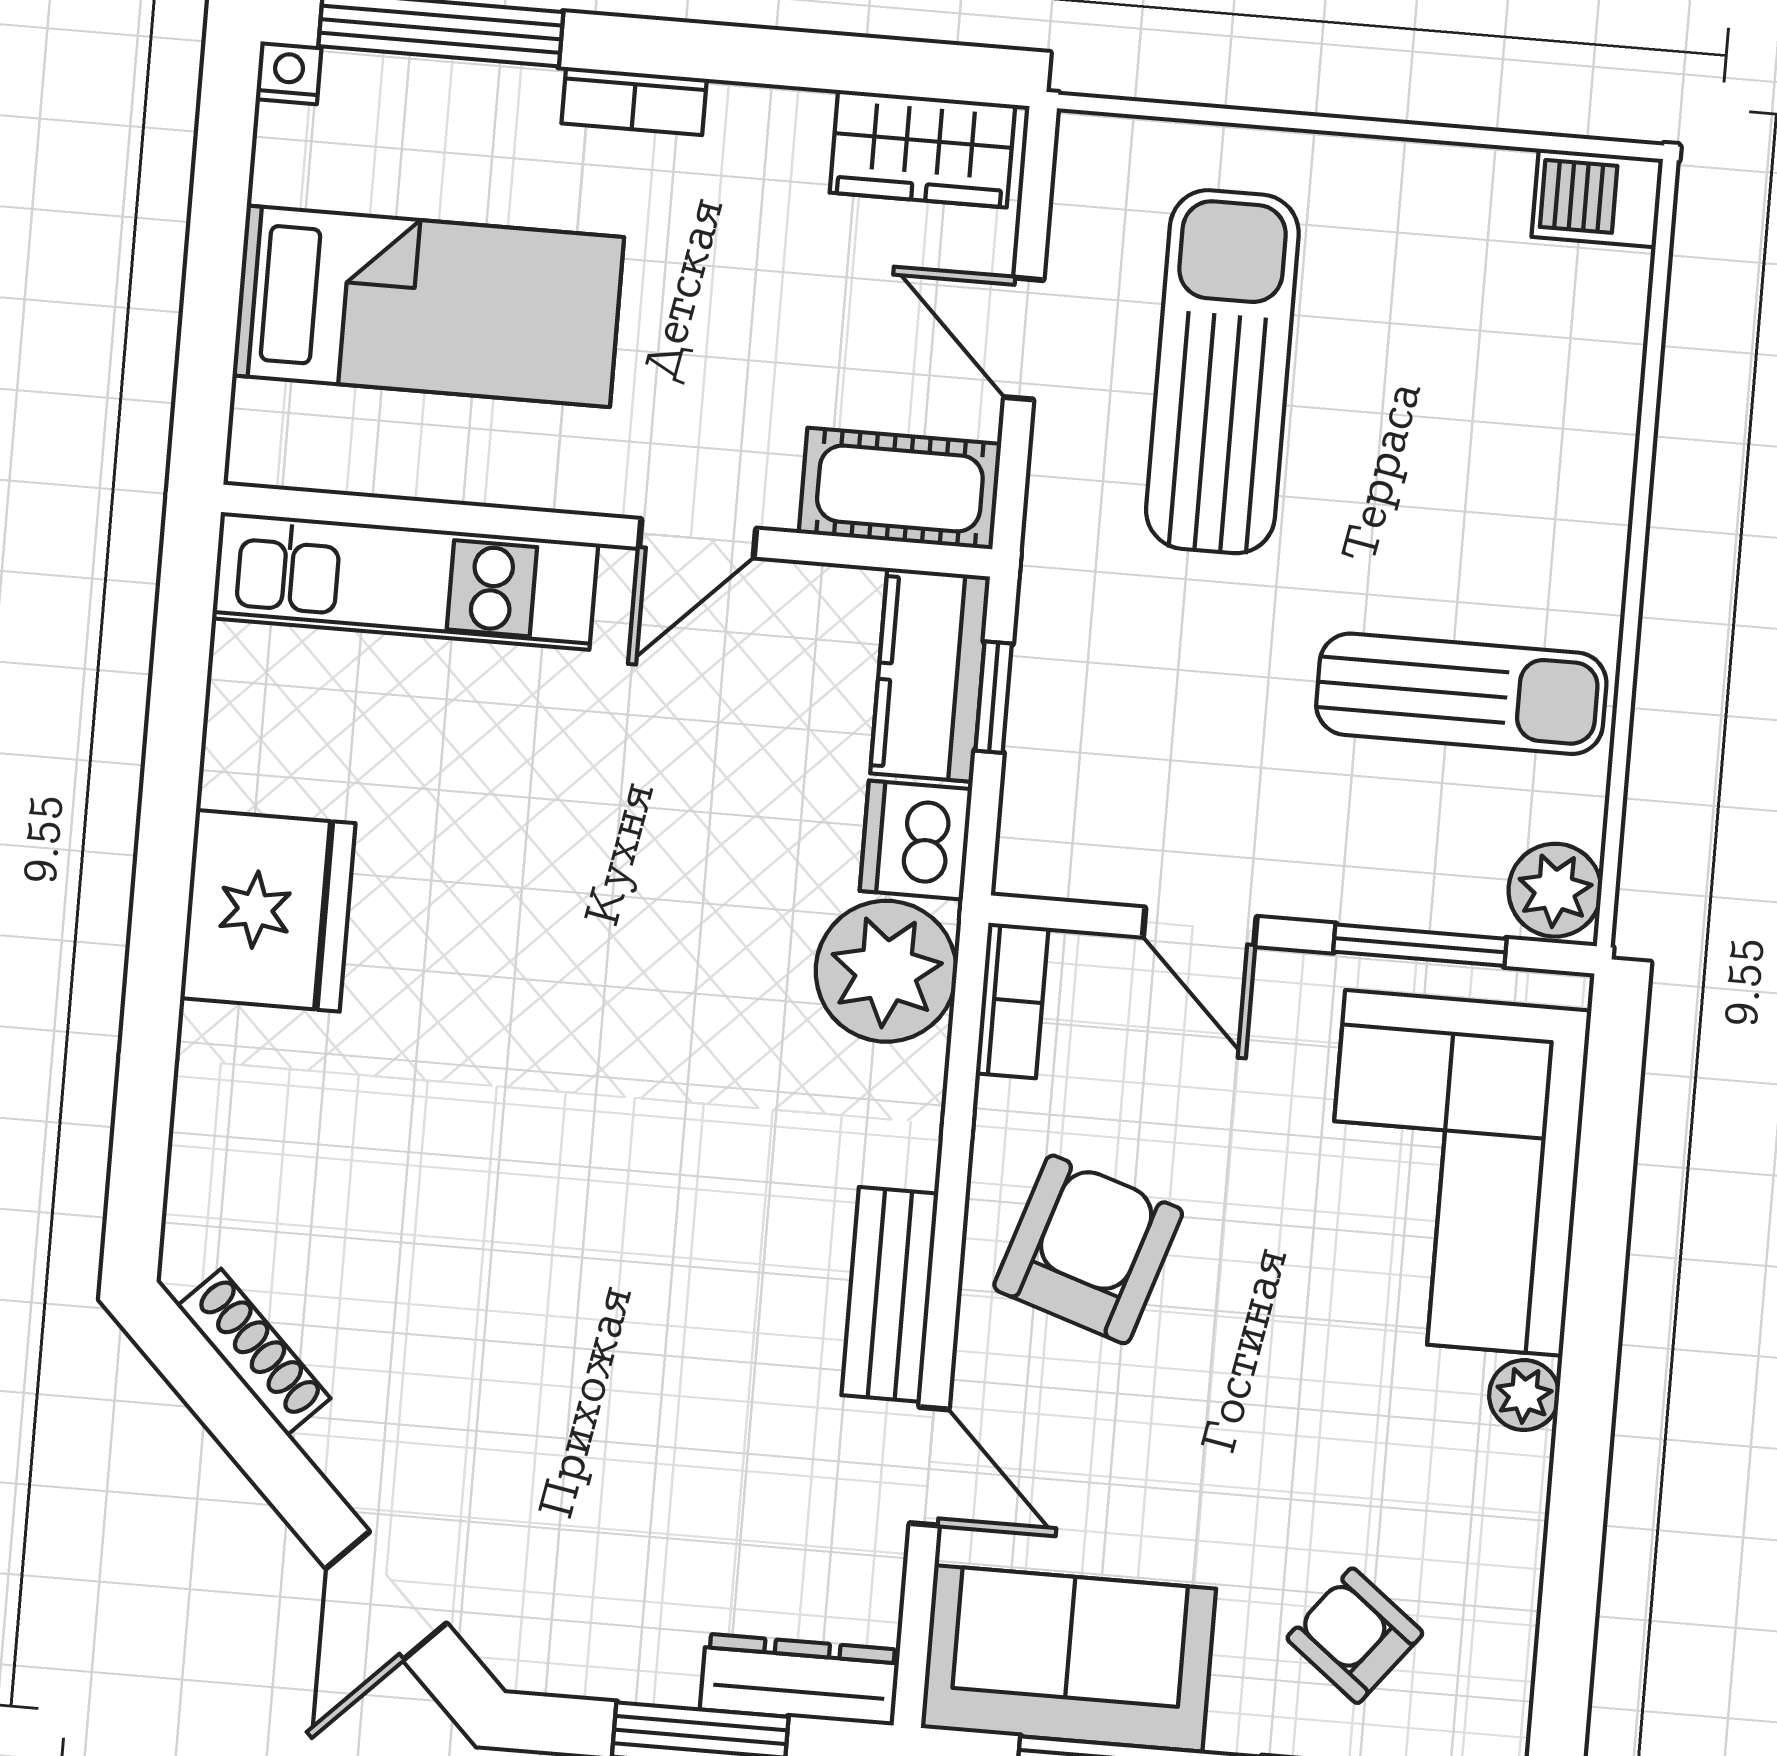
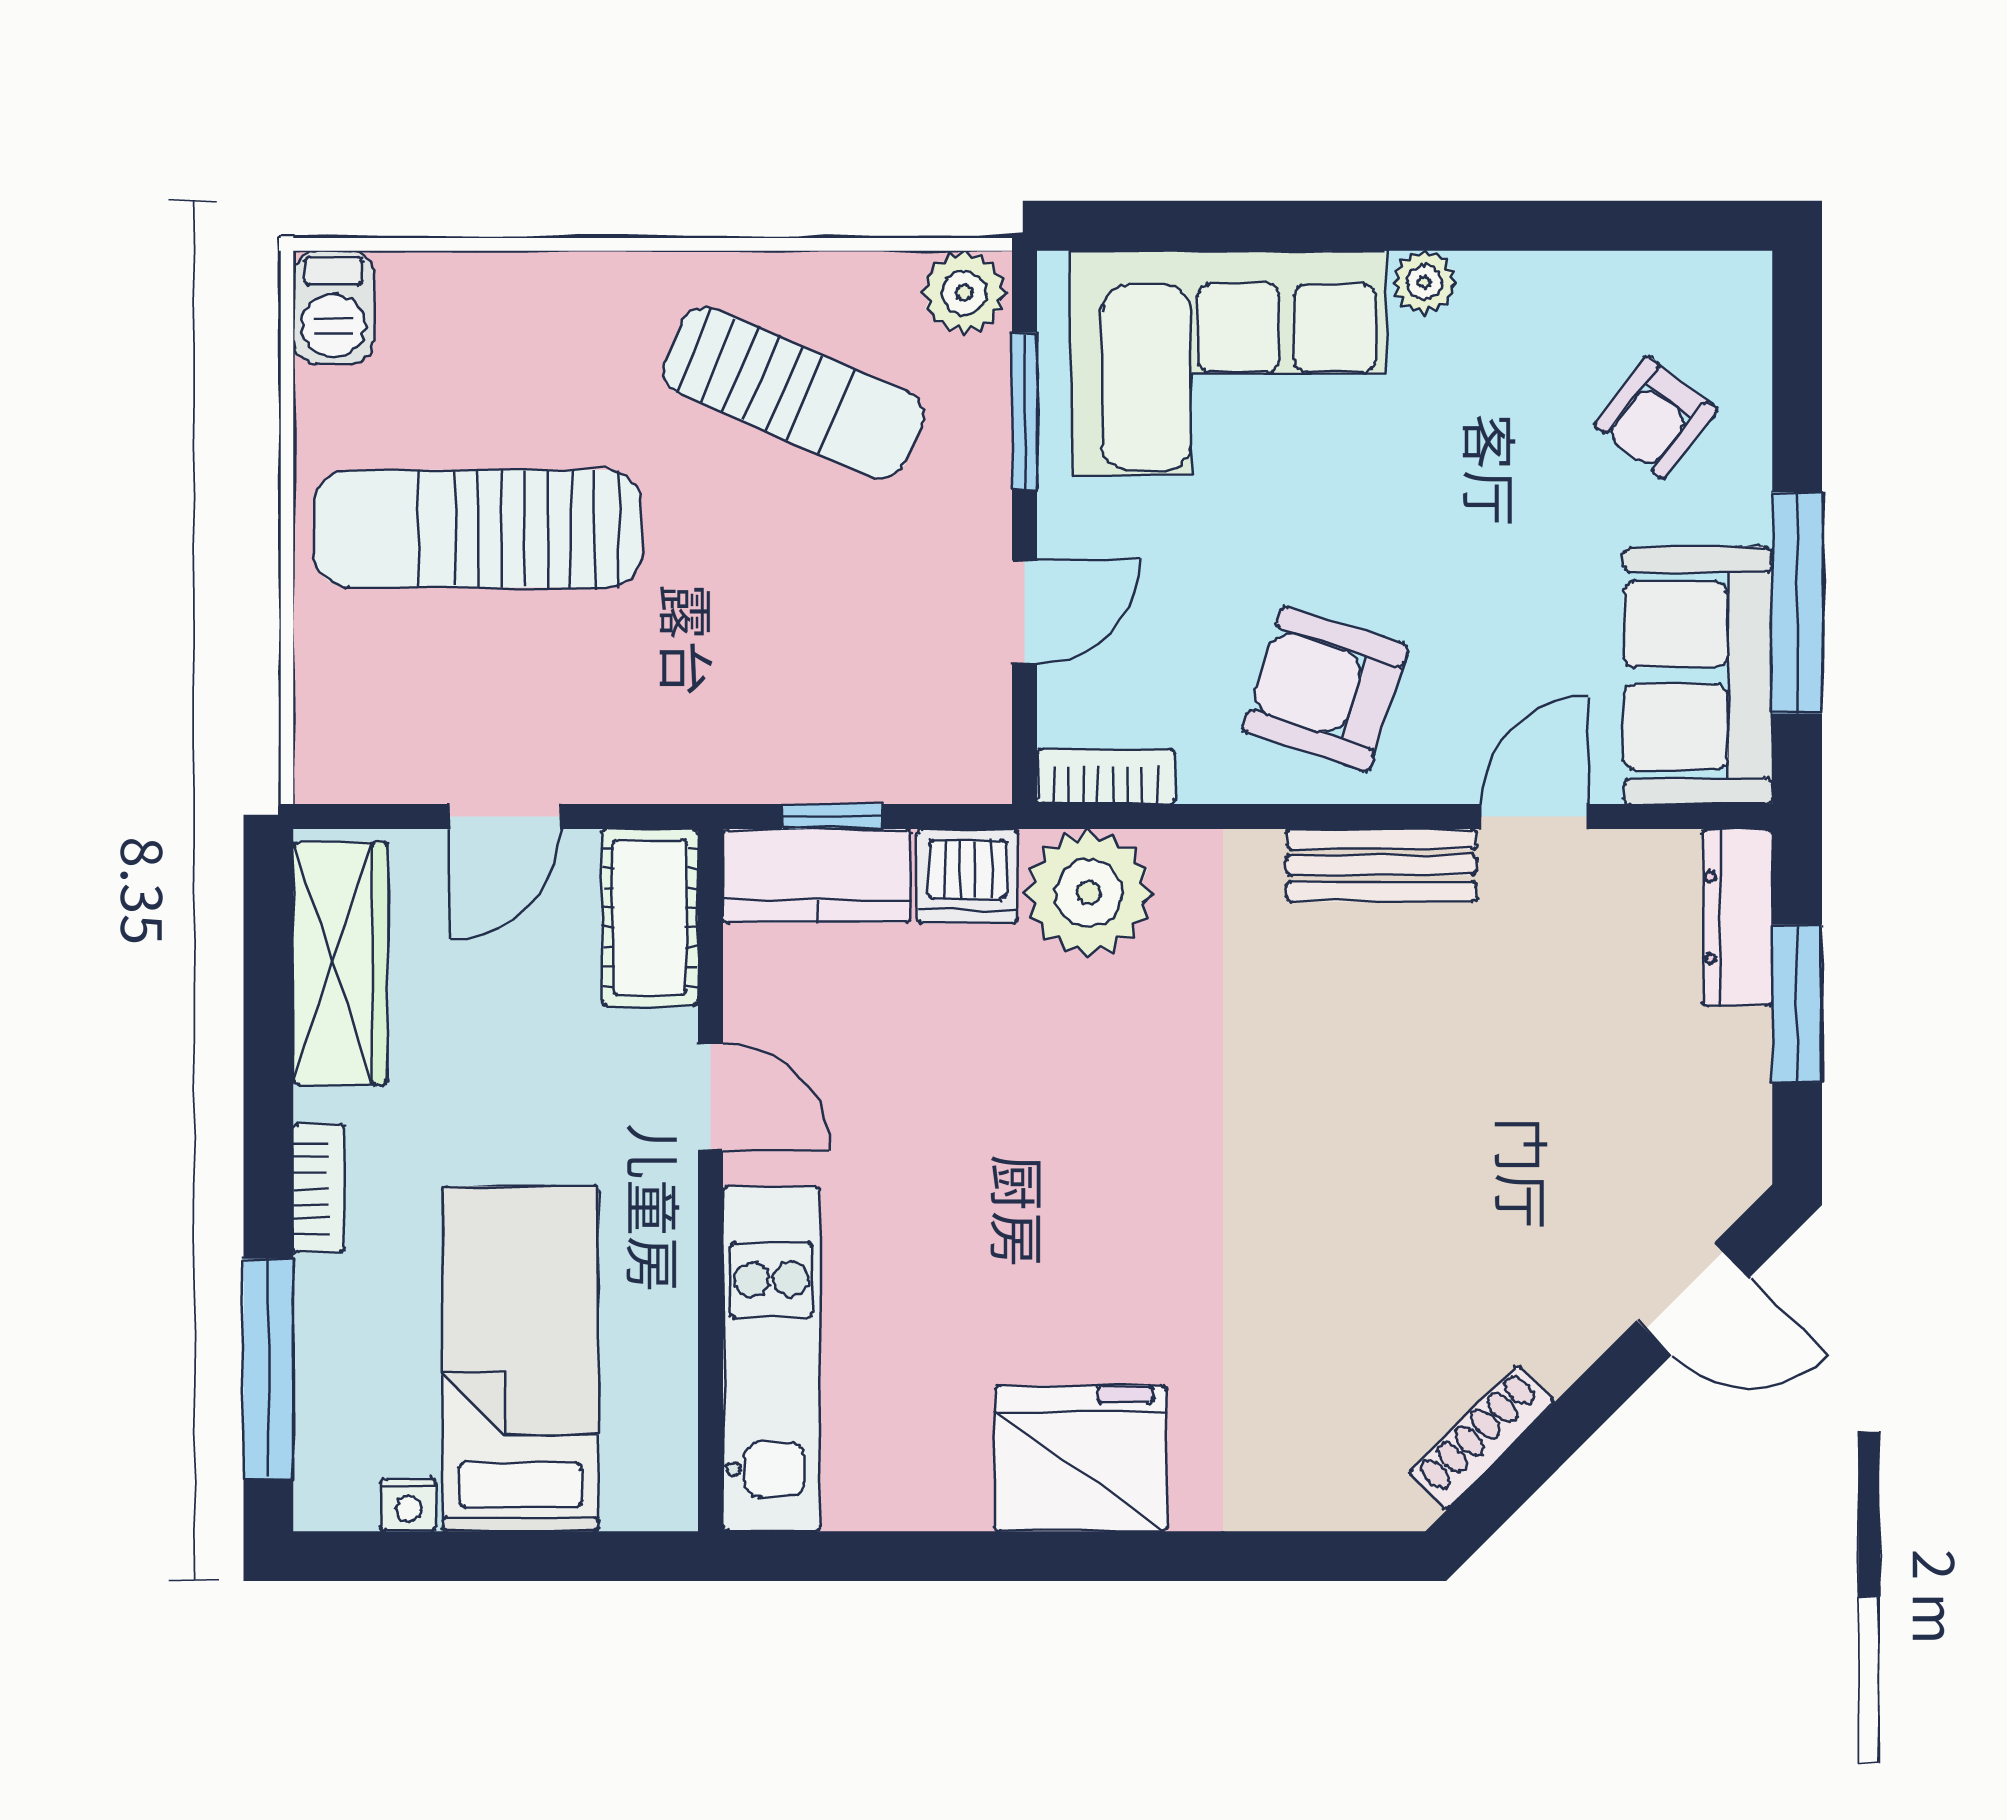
nightstand: (289, 73) -> (408, 1505), moved, turned -90
wardrobe: (922, 149) -> (340, 963), width x1.50
sun lounger: (1222, 372) -> (477, 529), moved
sun lounger: (1461, 694) -> (793, 393), turned 113

